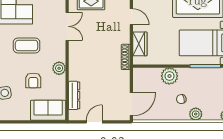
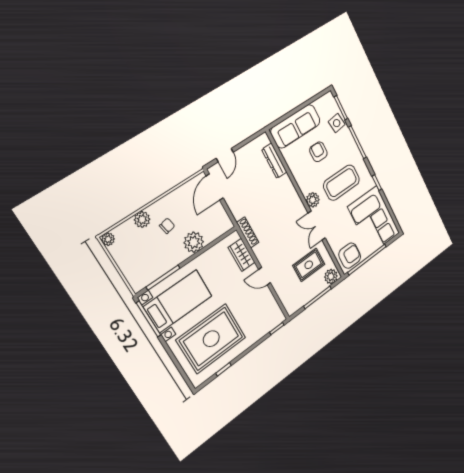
coffee table: (27, 46) -> (341, 183), width x1.36, depth x1.32
plant: (59, 68) -> (313, 200), moved
sofa: (48, 110) -> (296, 126), width x1.36
door: (94, 122) -> (225, 155), moved

